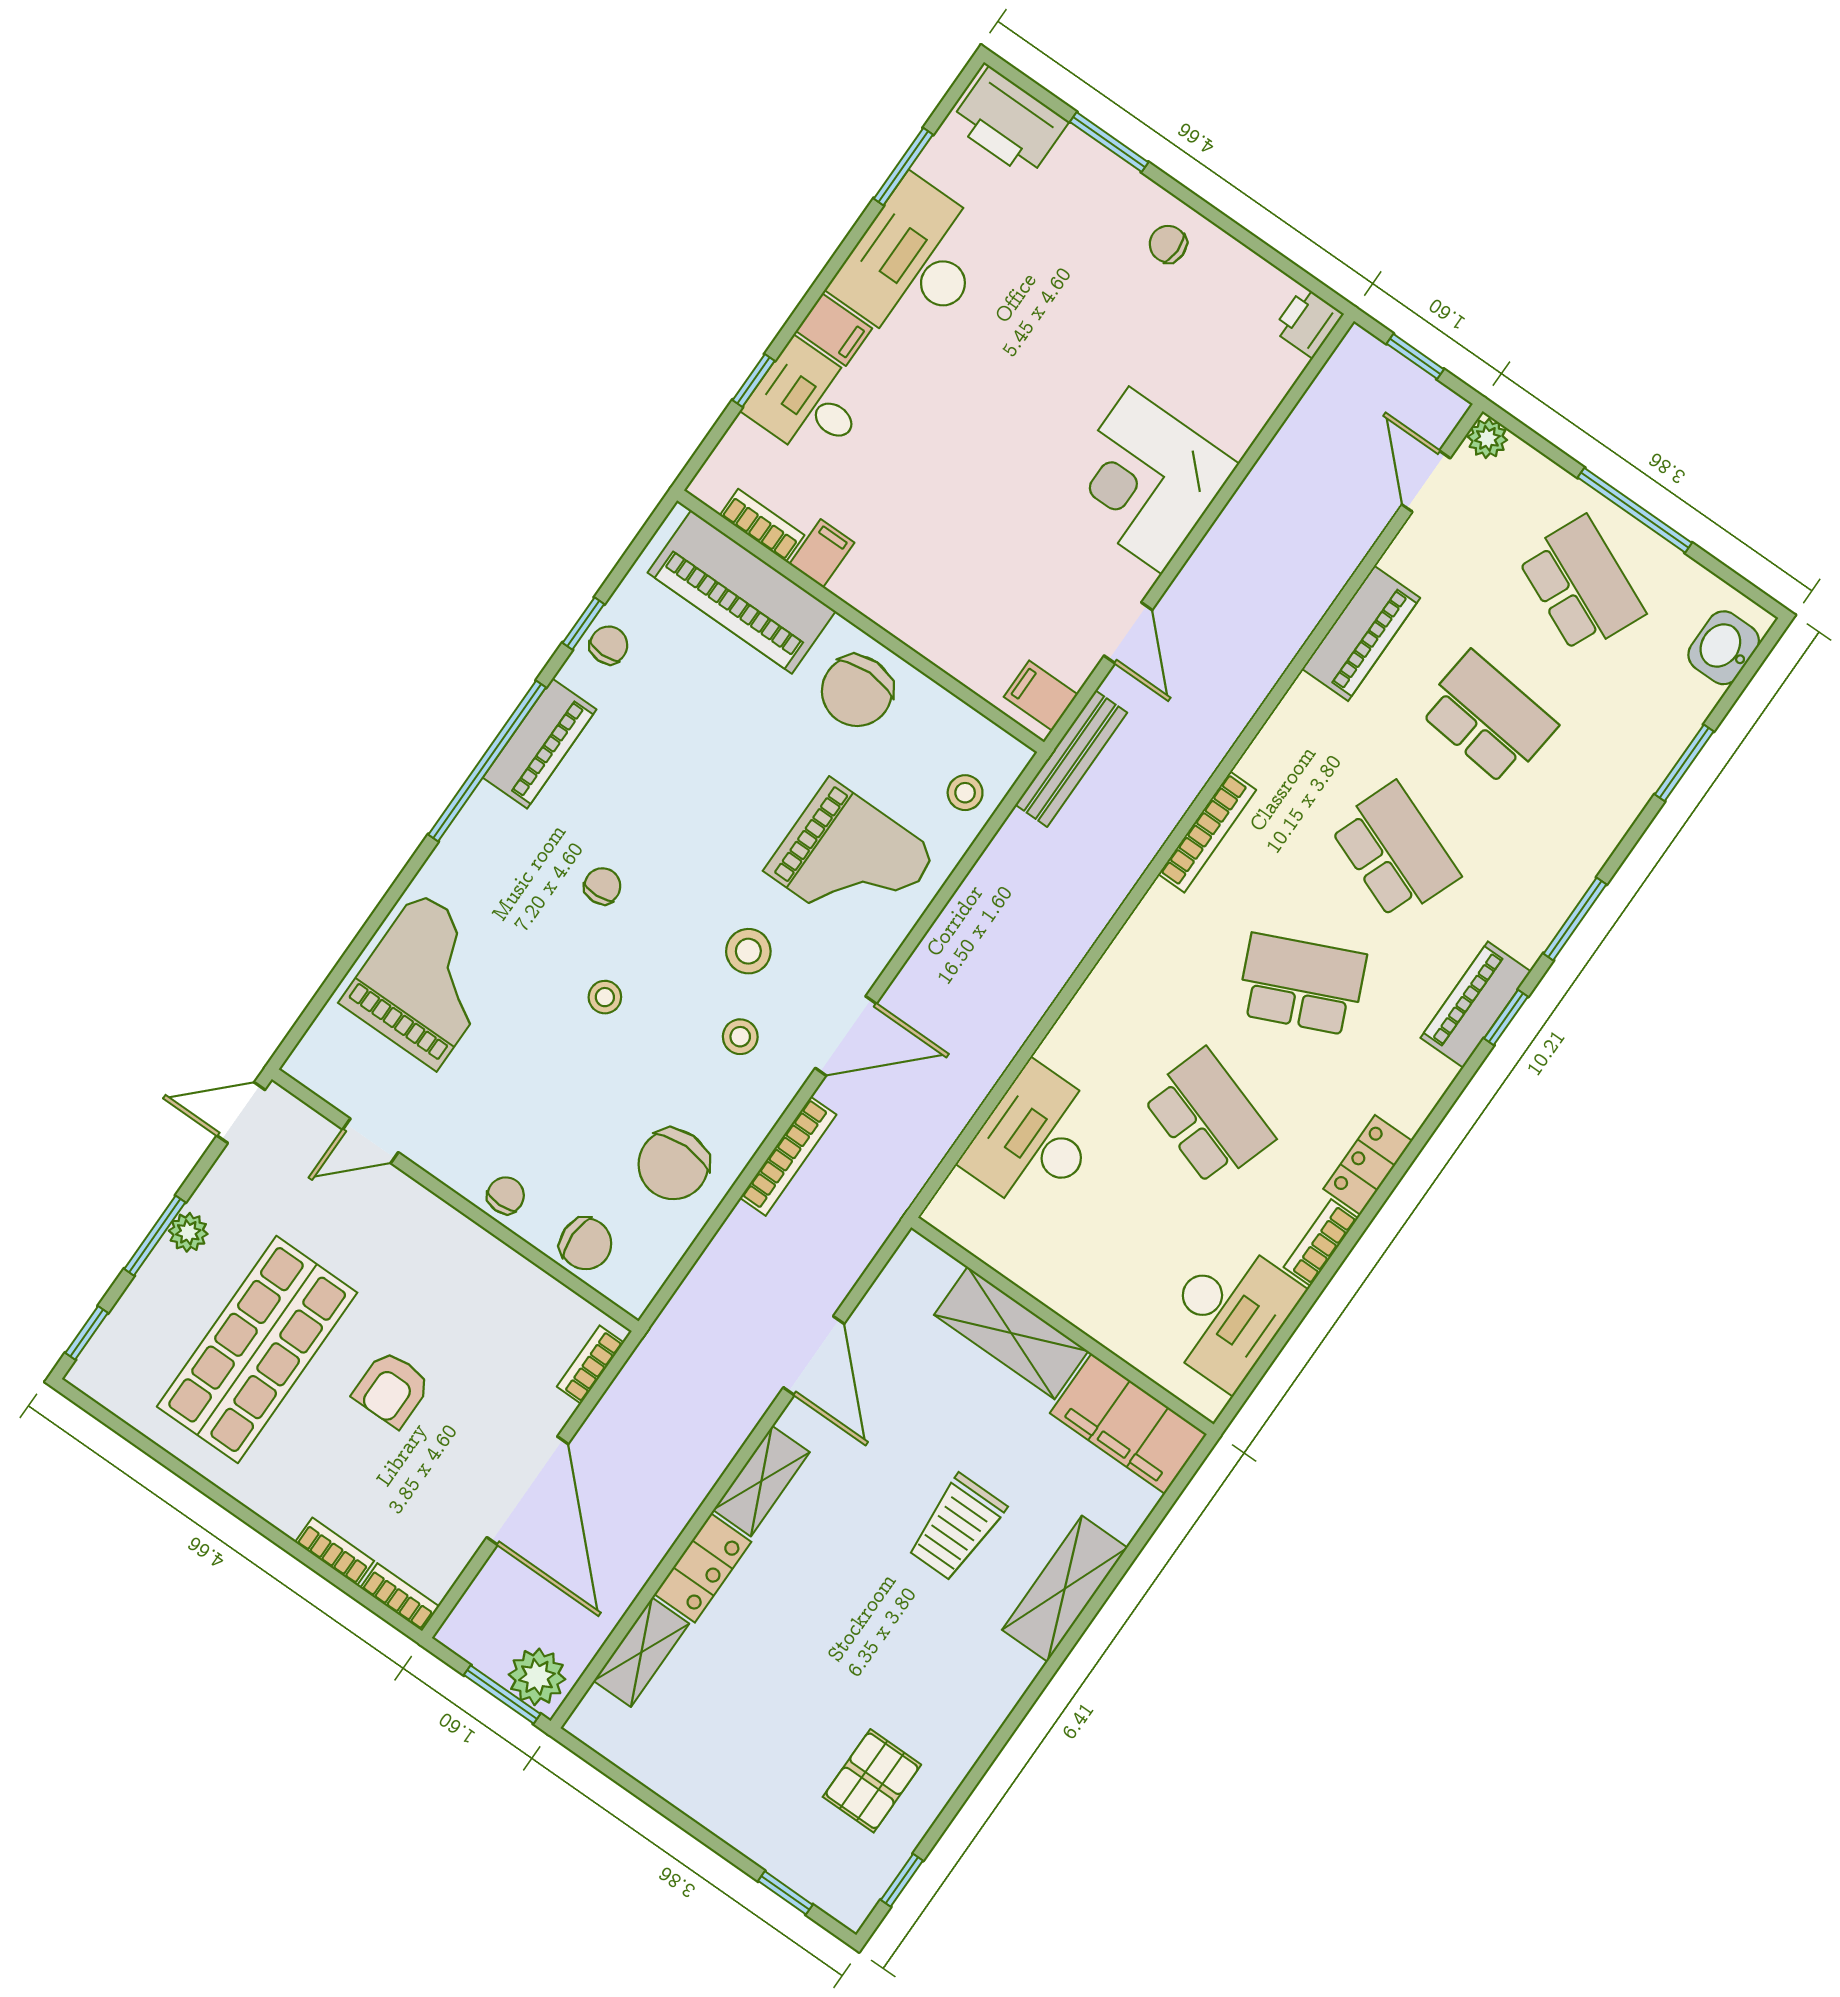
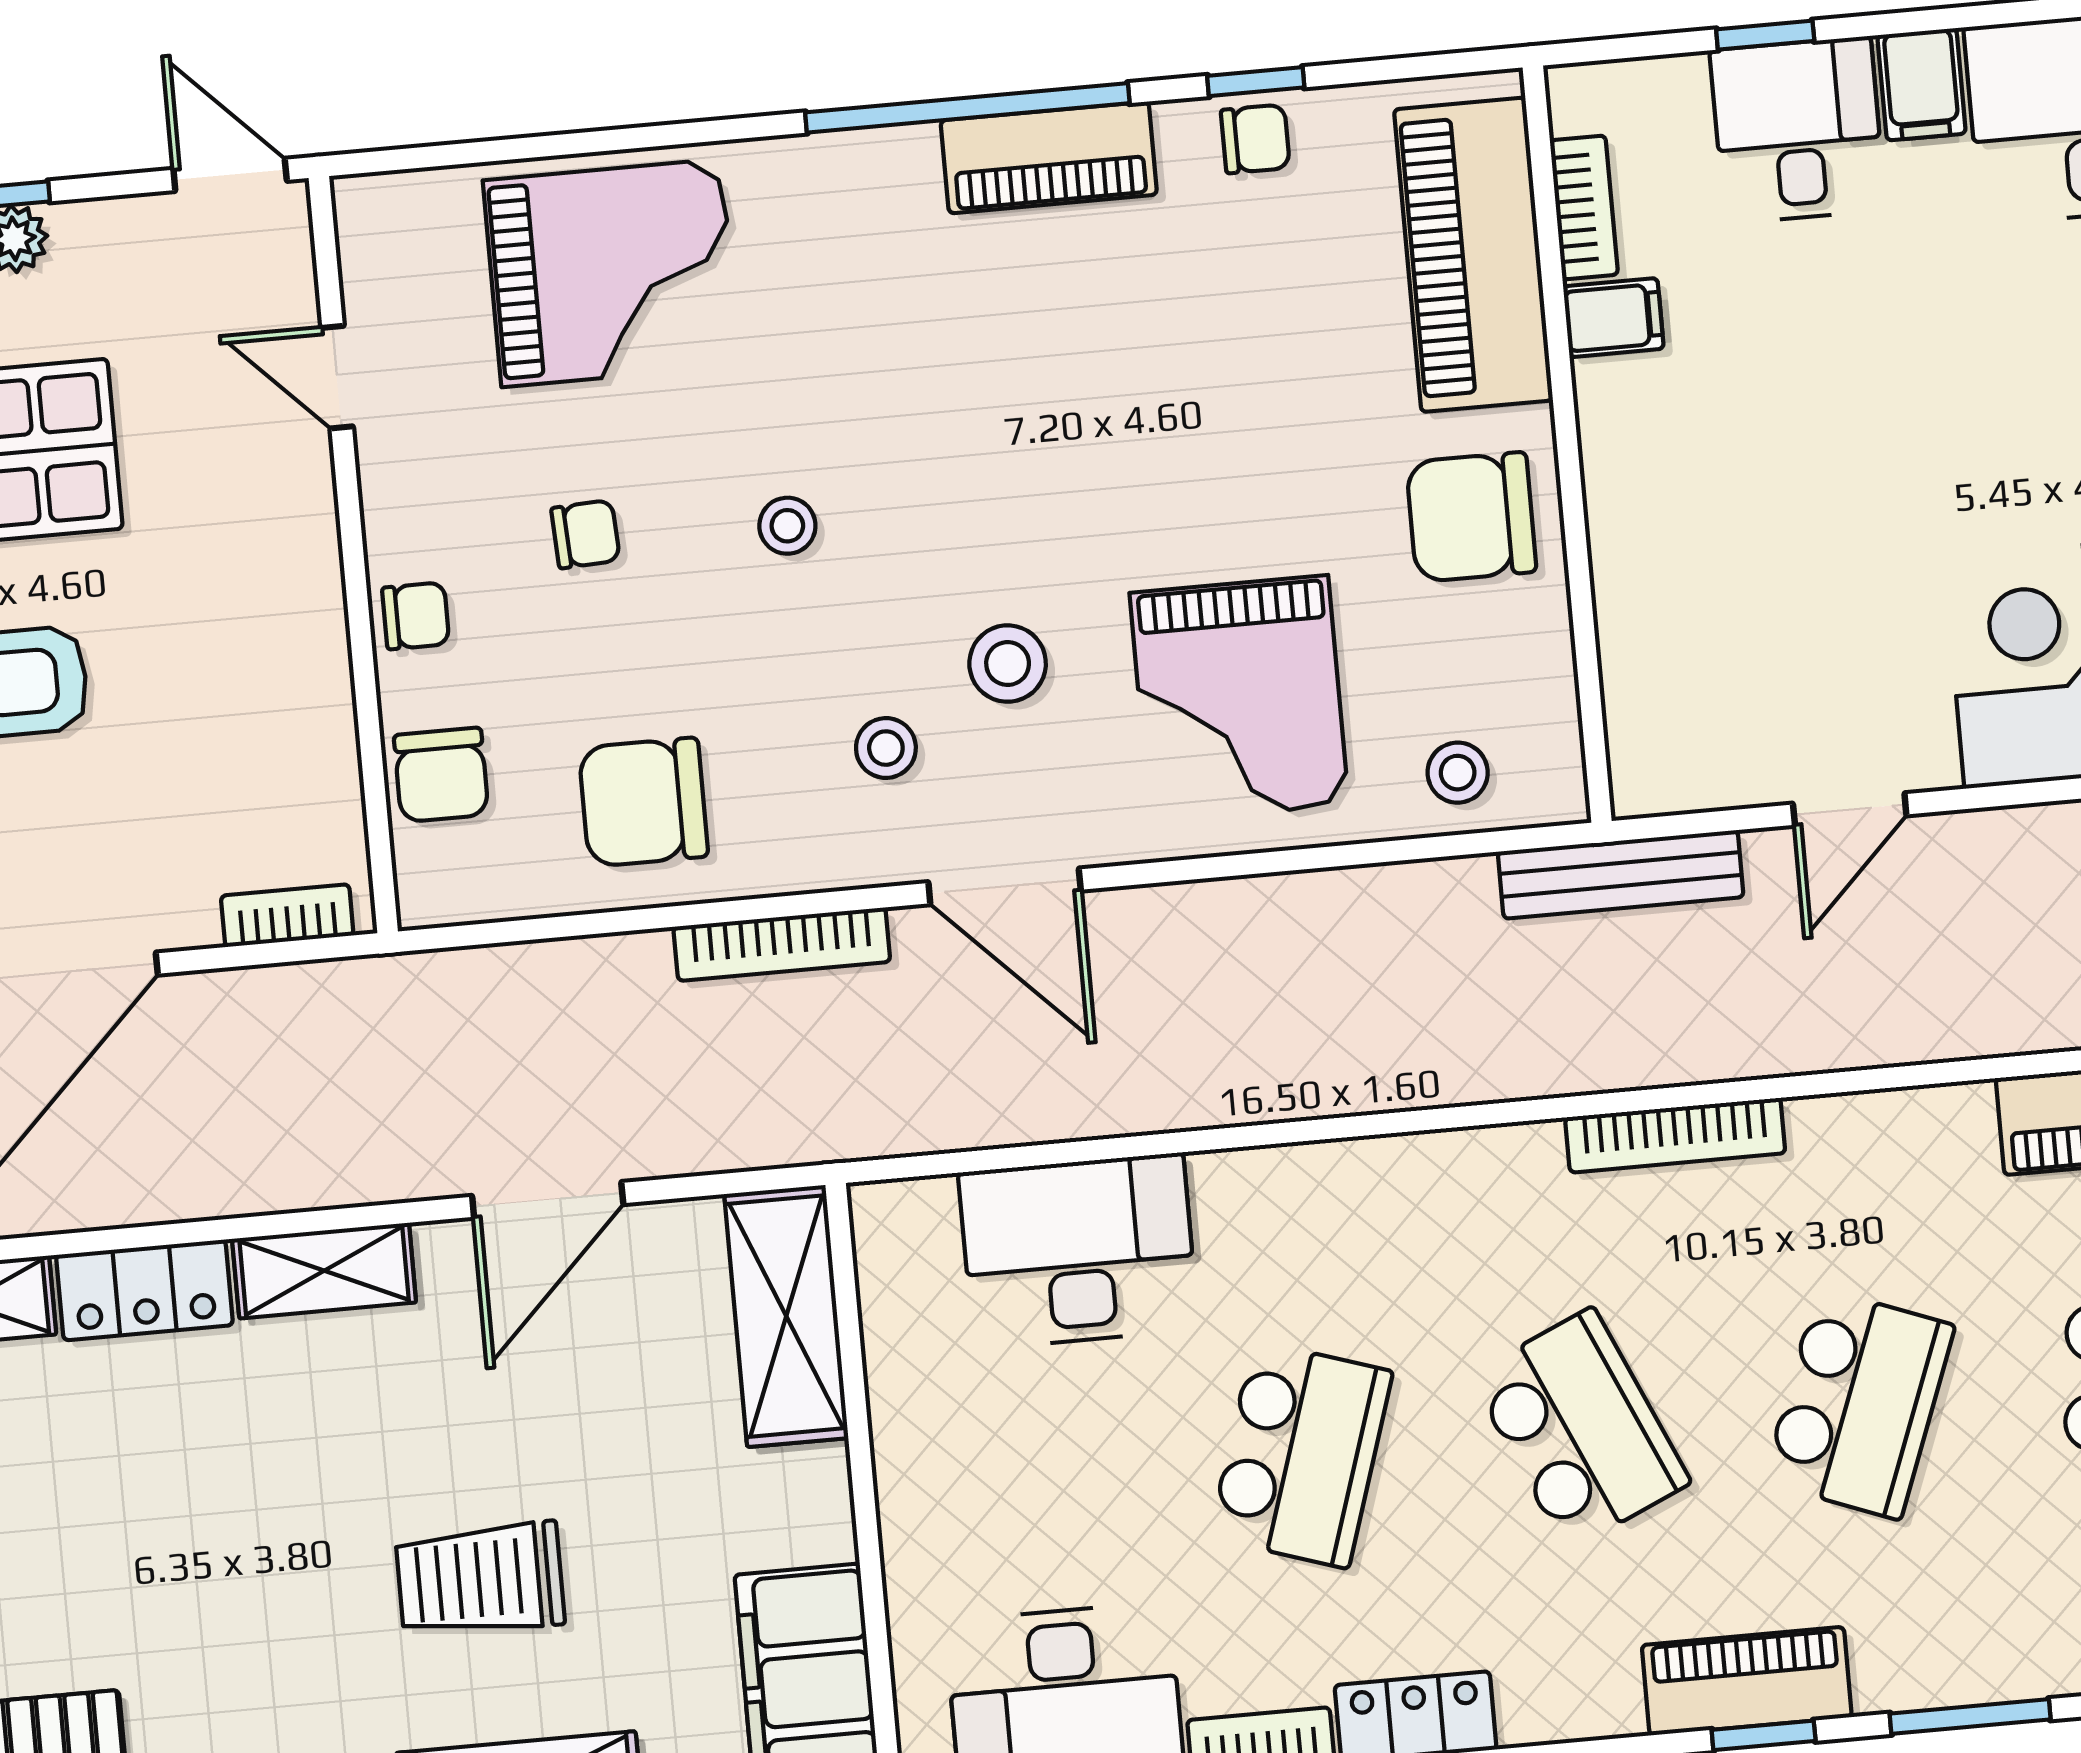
filing cabinet: (1041, 696) -> (1670, 764), removed
chair: (602, 886) -> (586, 534), moved
shelving: (1011, 1333) -> (786, 1316), moved

